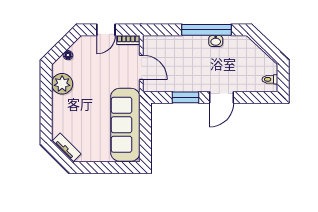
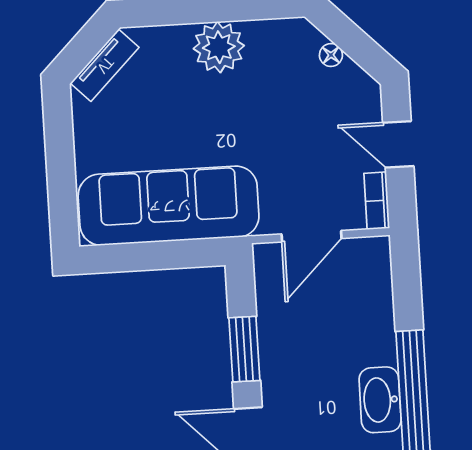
washbasin: (216, 41) -> (380, 400), width x1.91, depth x1.45
plant: (62, 84) -> (219, 47), moved

